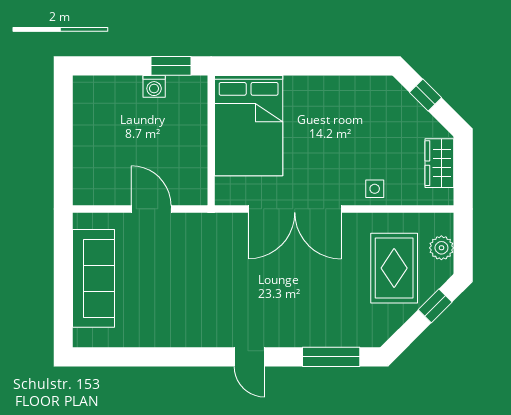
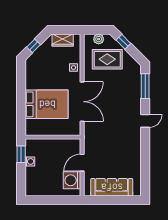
bed: (249, 126) -> (47, 104), moved
washing machine: (110, 185) -> (72, 180), added

